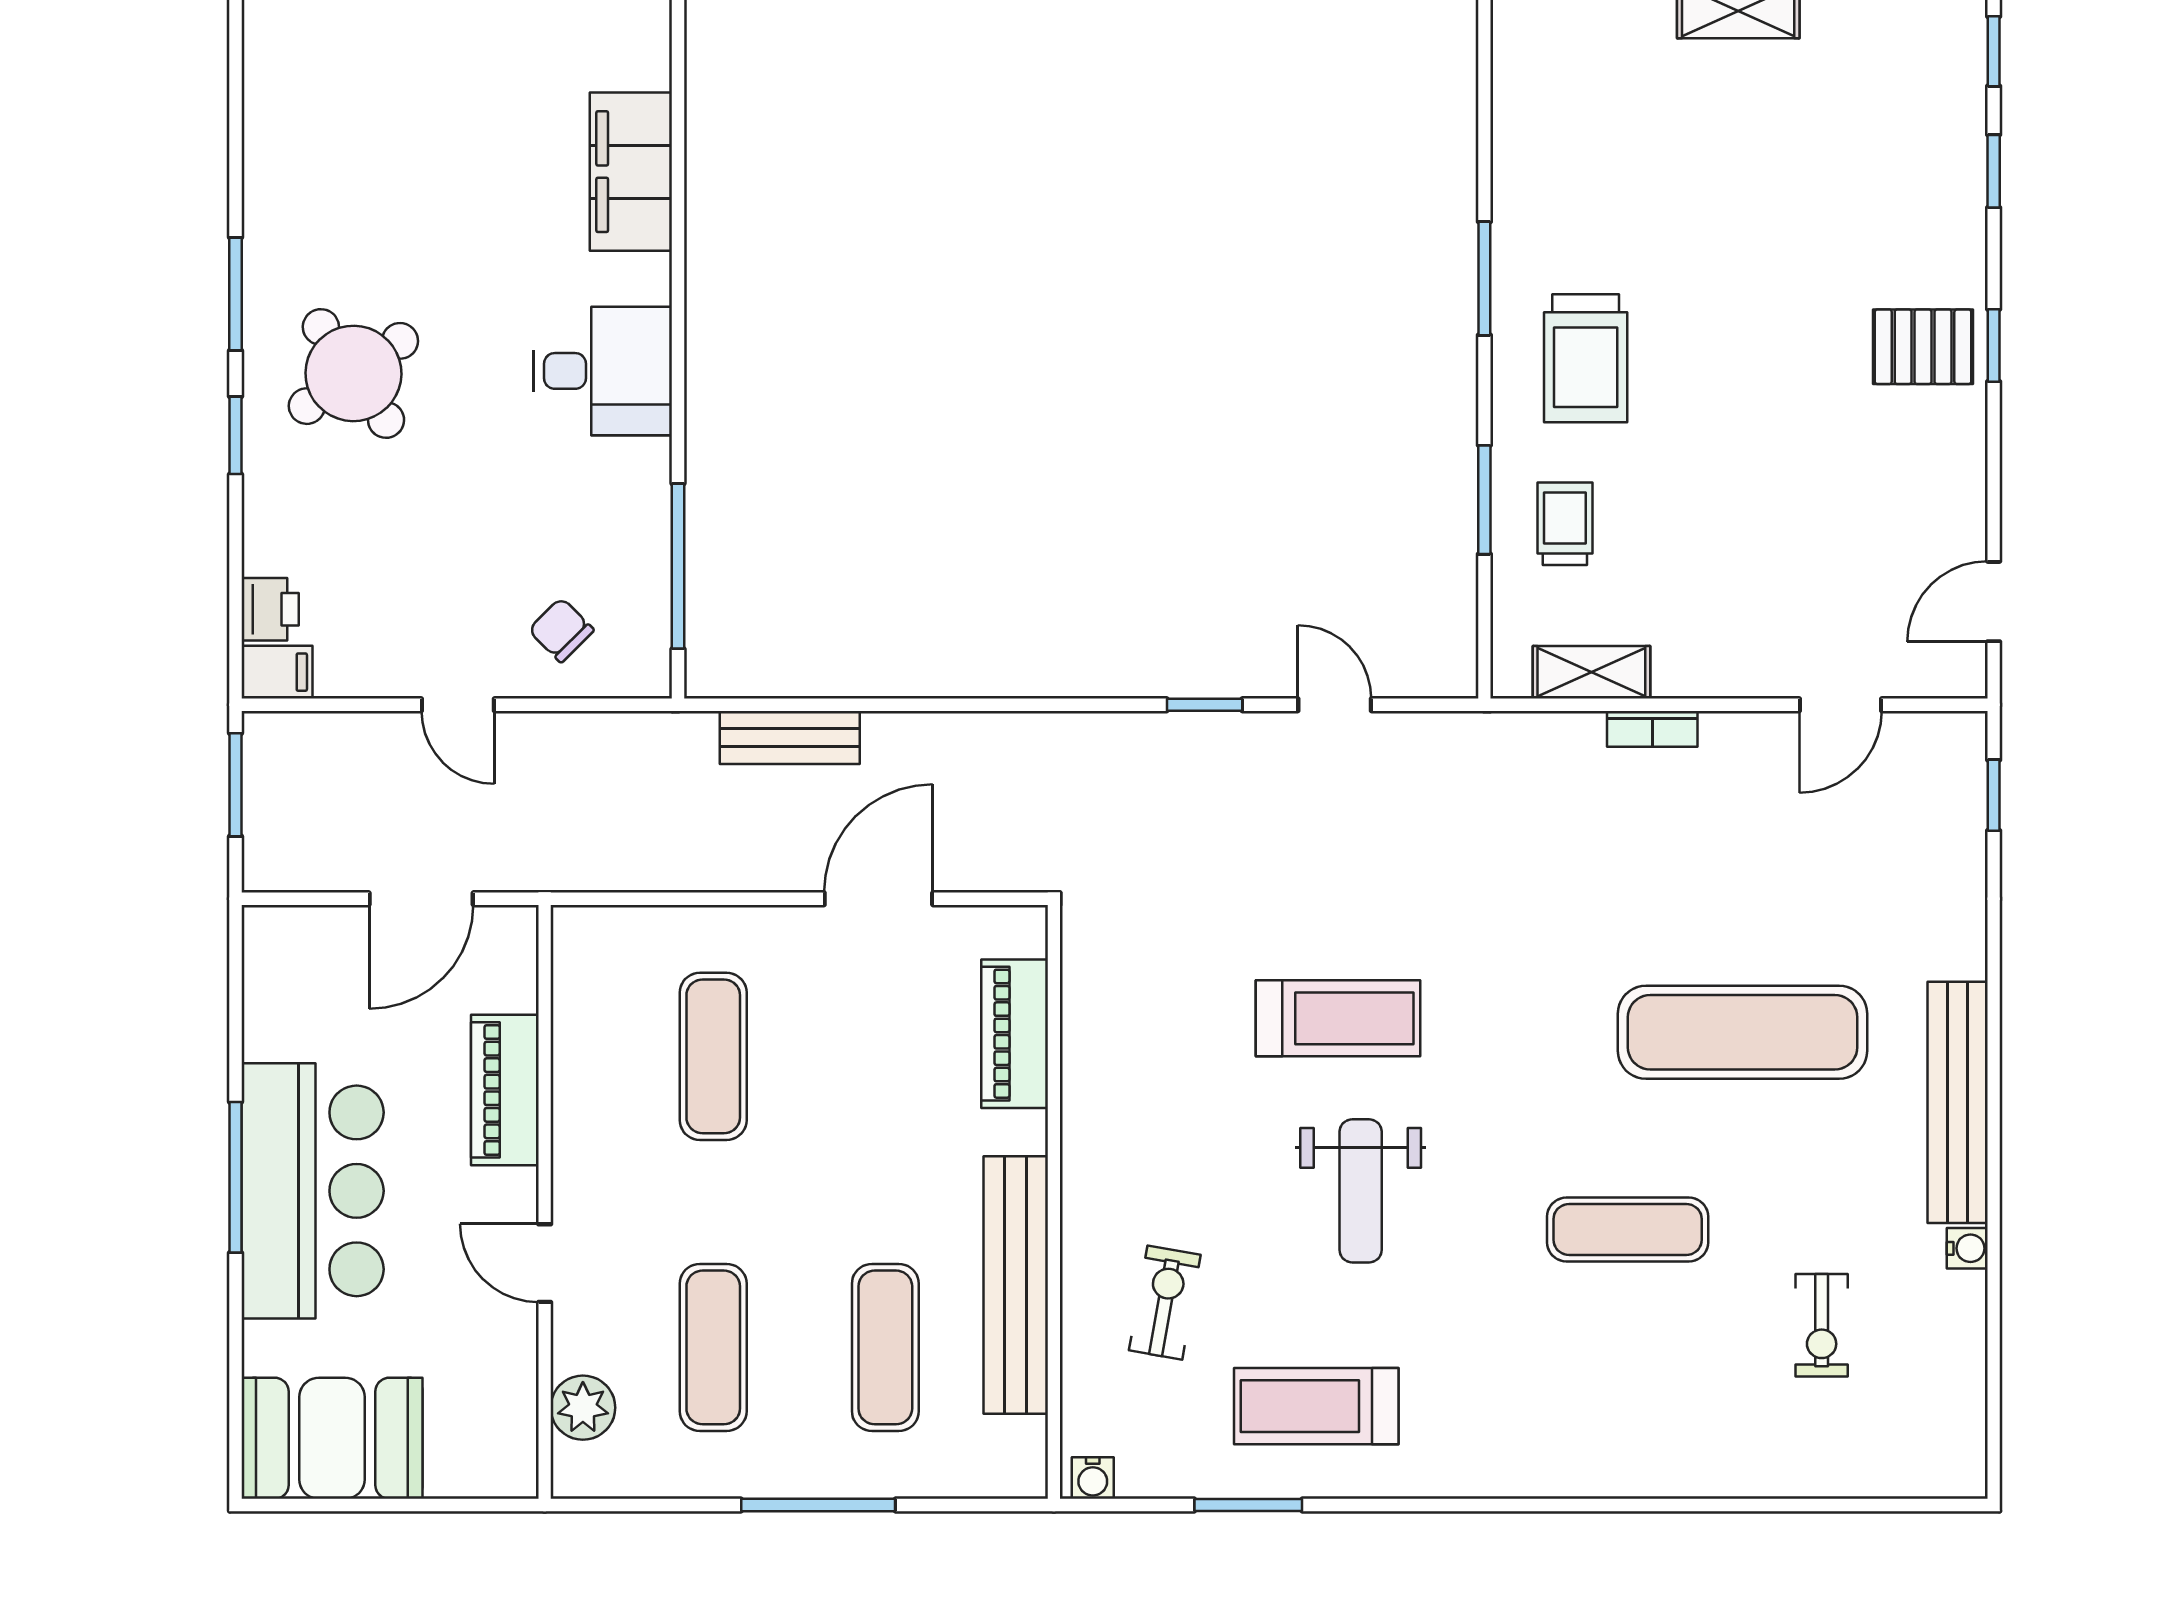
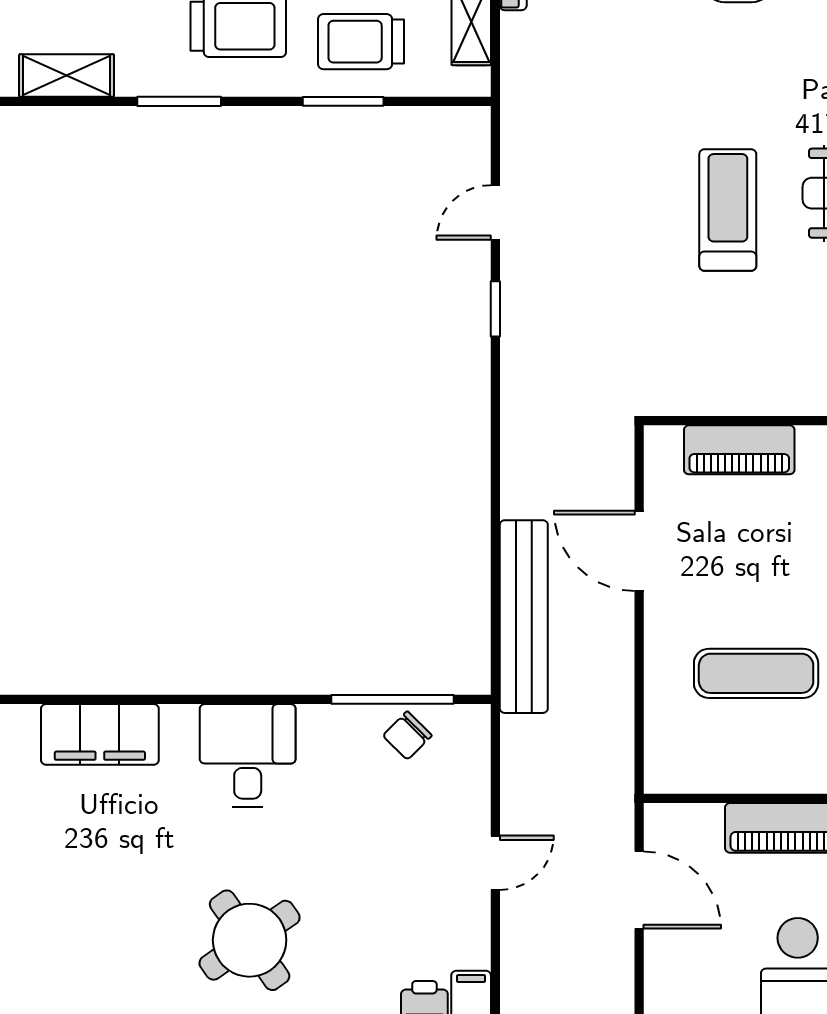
shelving: (1519, 127) -> (67, 76), added
trolley: (1565, 524) -> (361, 42), width x1.36, depth x1.39
chair: (561, 630) -> (407, 736), moved
bench: (790, 737) -> (524, 617), width x1.86, depth x1.21

